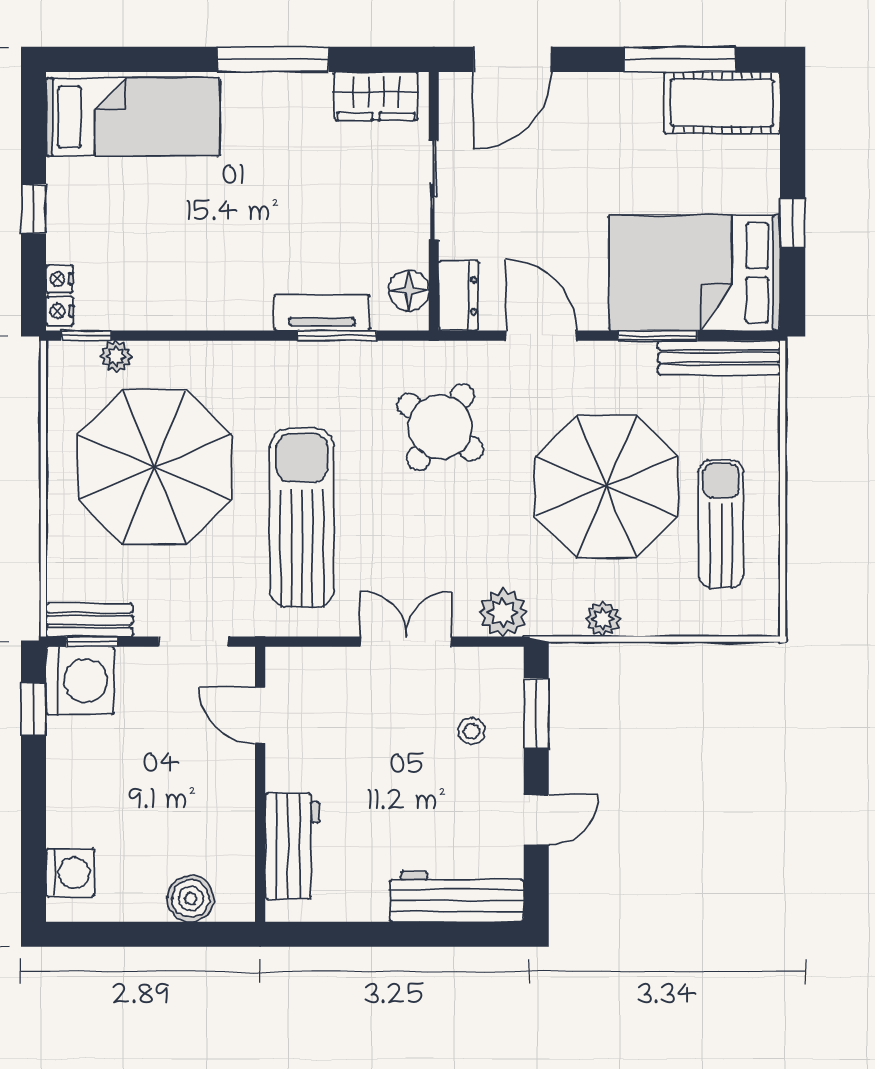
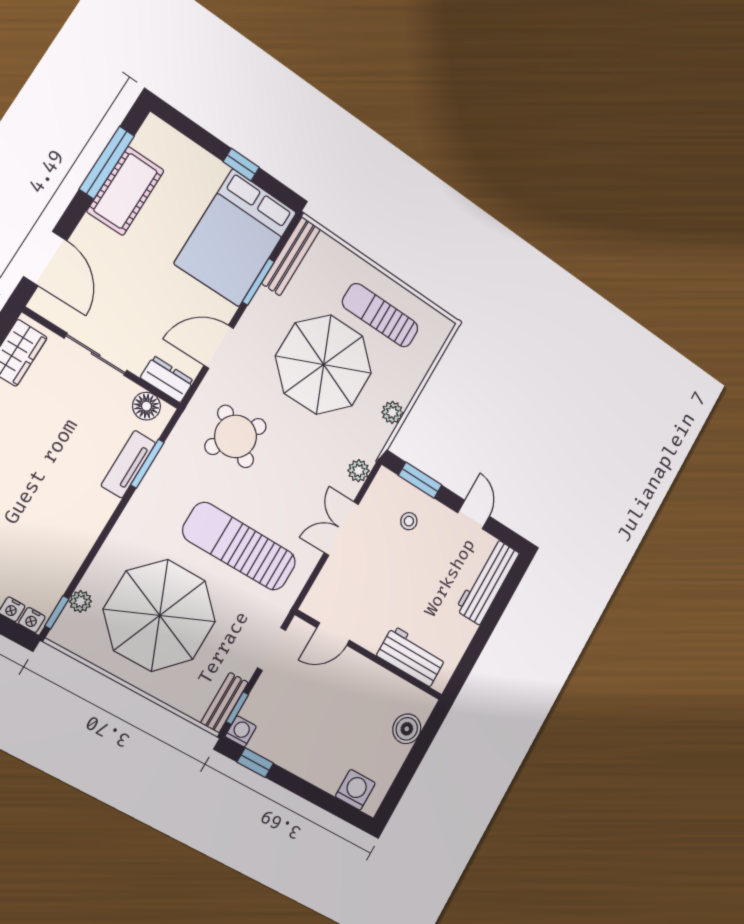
cot: (722, 103) -> (126, 191), moved
plant: (503, 613) -> (359, 471), width x0.73, depth x0.73
washing machine: (80, 681) -> (241, 731), width x0.53, depth x0.53

